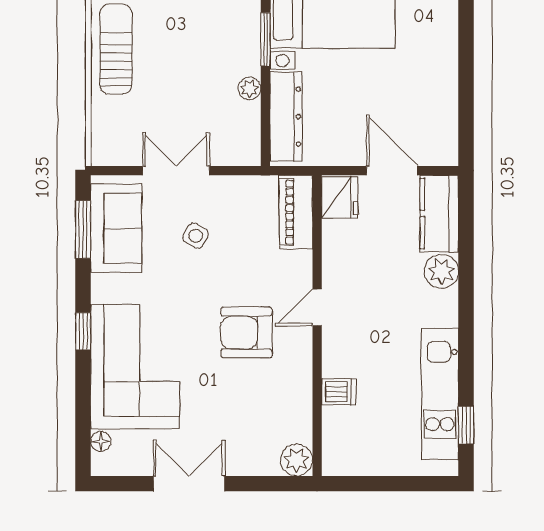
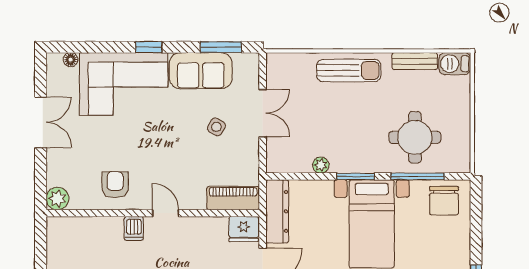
dresser: (286, 117) -> (277, 211), moved, turned -90
sofa: (116, 228) -> (201, 71), moved
armchair: (246, 333) -> (115, 185), moved, width x0.72, depth x0.72
dishwasher: (339, 392) -> (134, 228), moved

